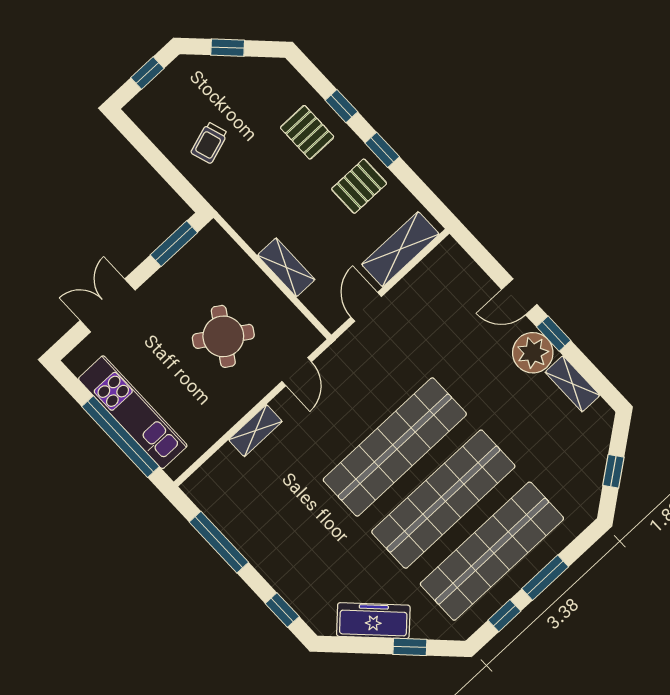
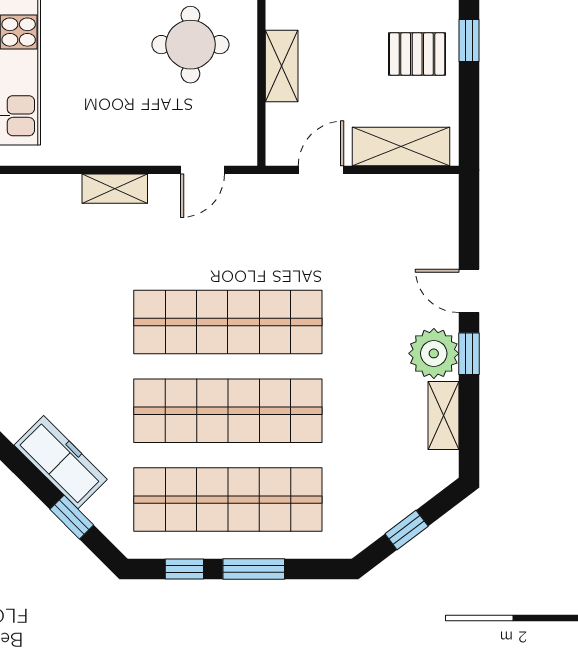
round table: (223, 336) -> (190, 45), moved, turned -33

